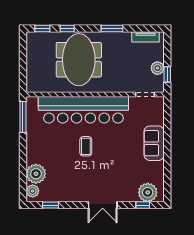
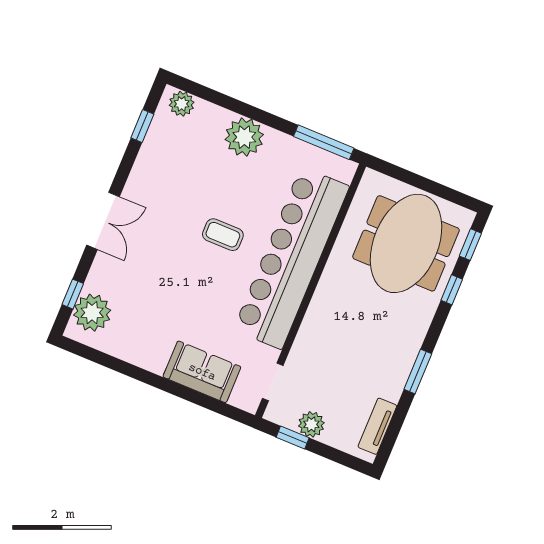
meeting table: (79, 60) -> (406, 243), moved, turned 90
sofa: (154, 143) -> (202, 372), moved
plant: (36, 174) -> (244, 137), moved
double door: (103, 205) -> (103, 221), swing flipped

